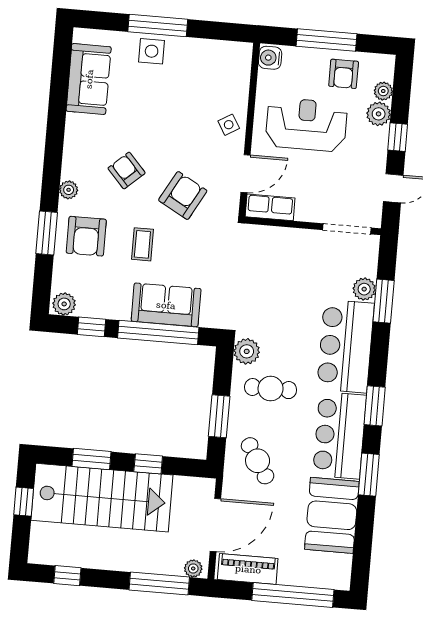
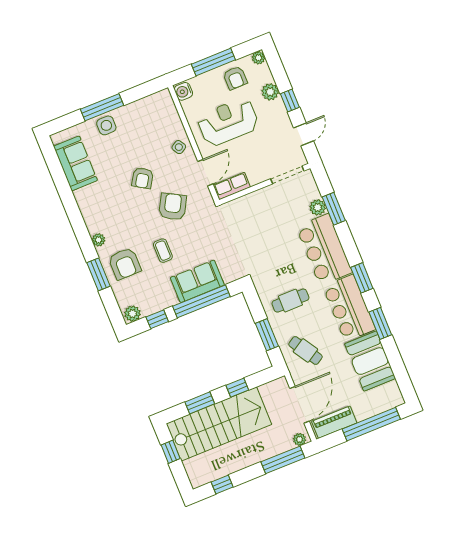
plant: (383, 91) -> (258, 58), moved
armchair: (127, 171) -> (143, 178), moved, turned -106
plant: (247, 351) -> (263, 285), removed

